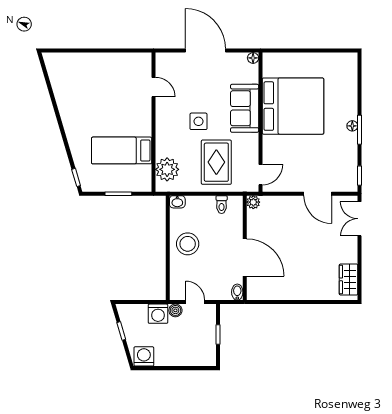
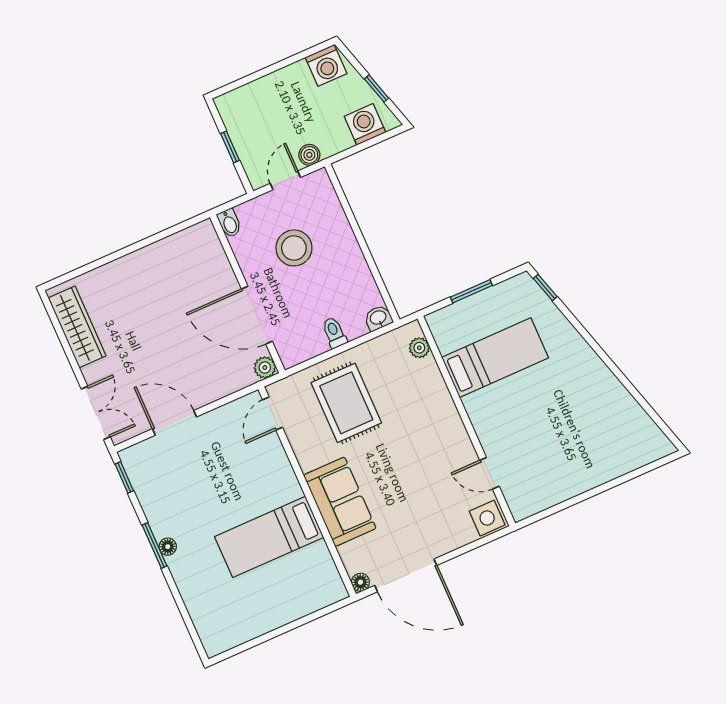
door: (205, 51) -> (406, 575), moved
bed: (293, 106) -> (269, 537), width x0.49
side table: (198, 121) -> (487, 518), moved
plant: (167, 169) -> (419, 348), width x0.53, depth x0.53
toilet: (222, 205) -> (334, 333), moved
stool: (188, 244) -> (294, 248), moved
door: (245, 257) -> (257, 315), moved
wardrobe: (348, 279) -> (77, 327), width x1.50
door: (195, 302) -> (285, 180), swing flipped
washing machine: (158, 314) -> (365, 124), moved

